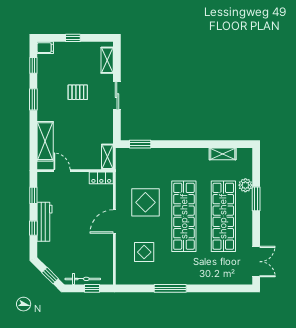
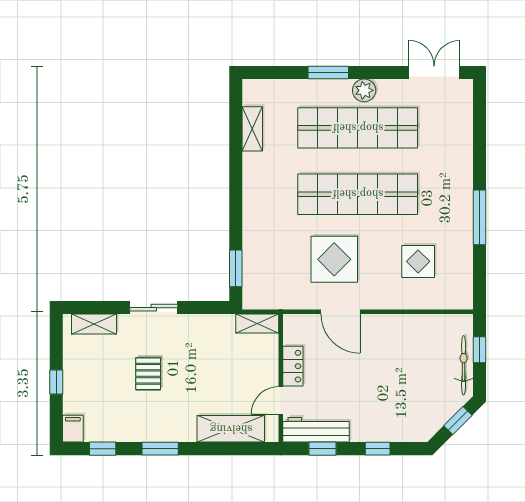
locker: (101, 178) -> (293, 366), moved
plant: (245, 185) -> (364, 90), moved
workbench: (45, 222) -> (316, 430), moved
door: (114, 222) -> (341, 312), moved

